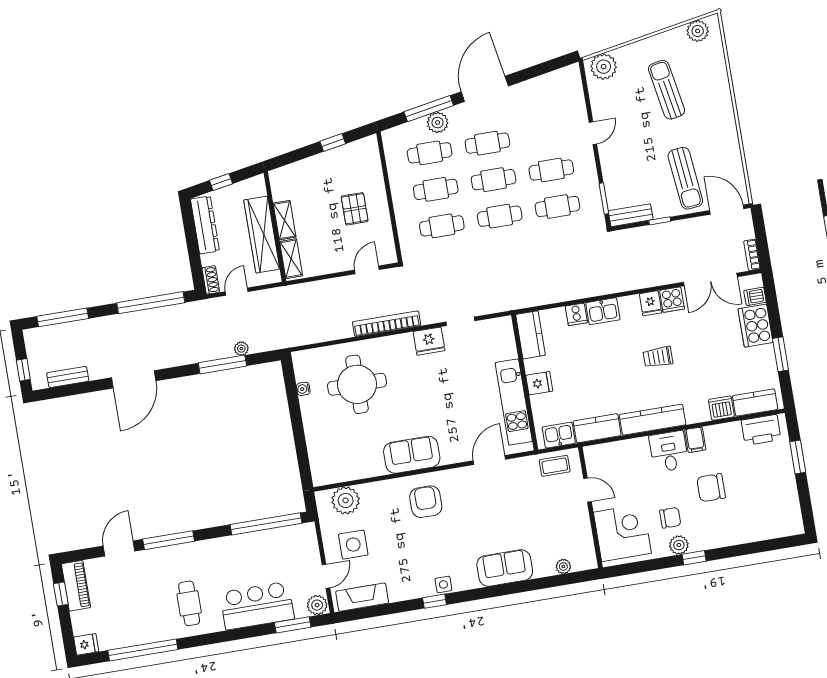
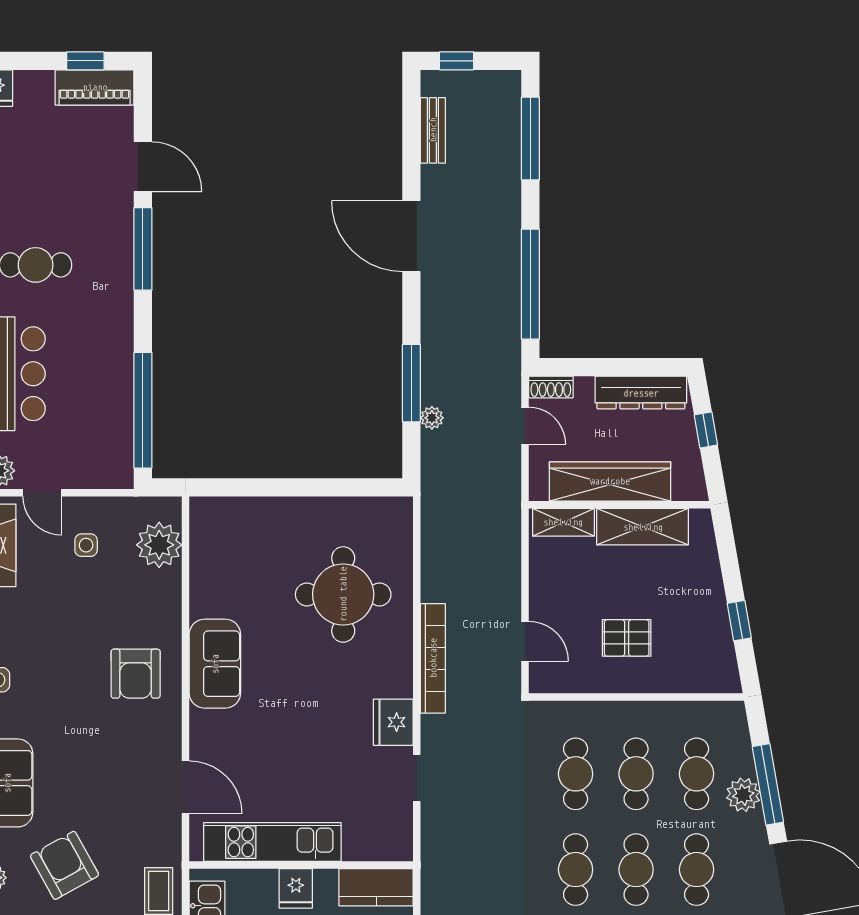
shelving: (285, 220) -> (643, 527), width x1.50, depth x1.33
water cooler: (303, 389) -> (350, 507), removed
armchair: (426, 502) -> (136, 674), turned 90
armchair: (549, 525) -> (64, 865), added
side table: (353, 545) -> (86, 545), width x0.54, depth x0.54

